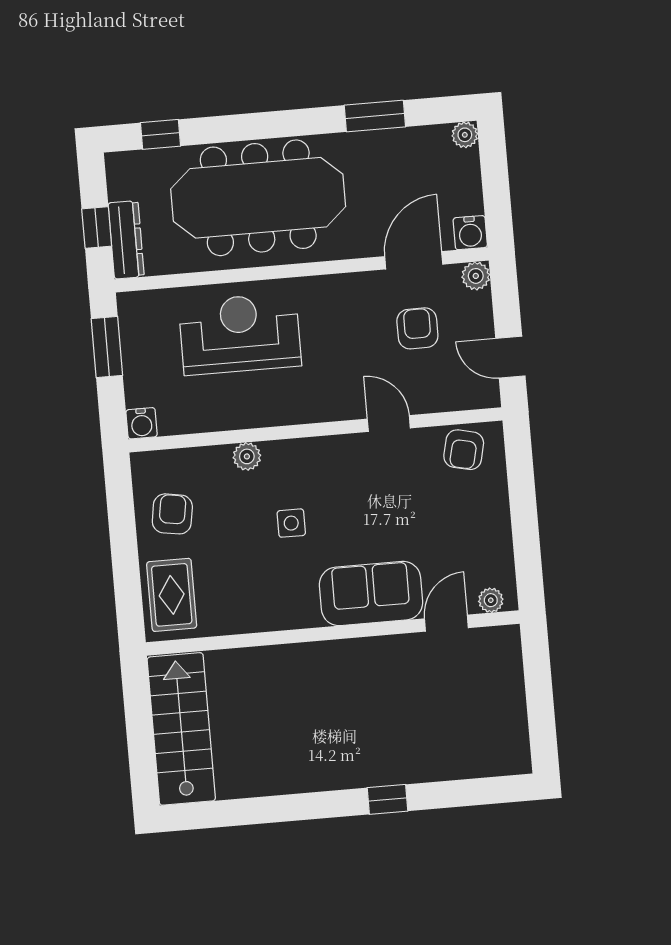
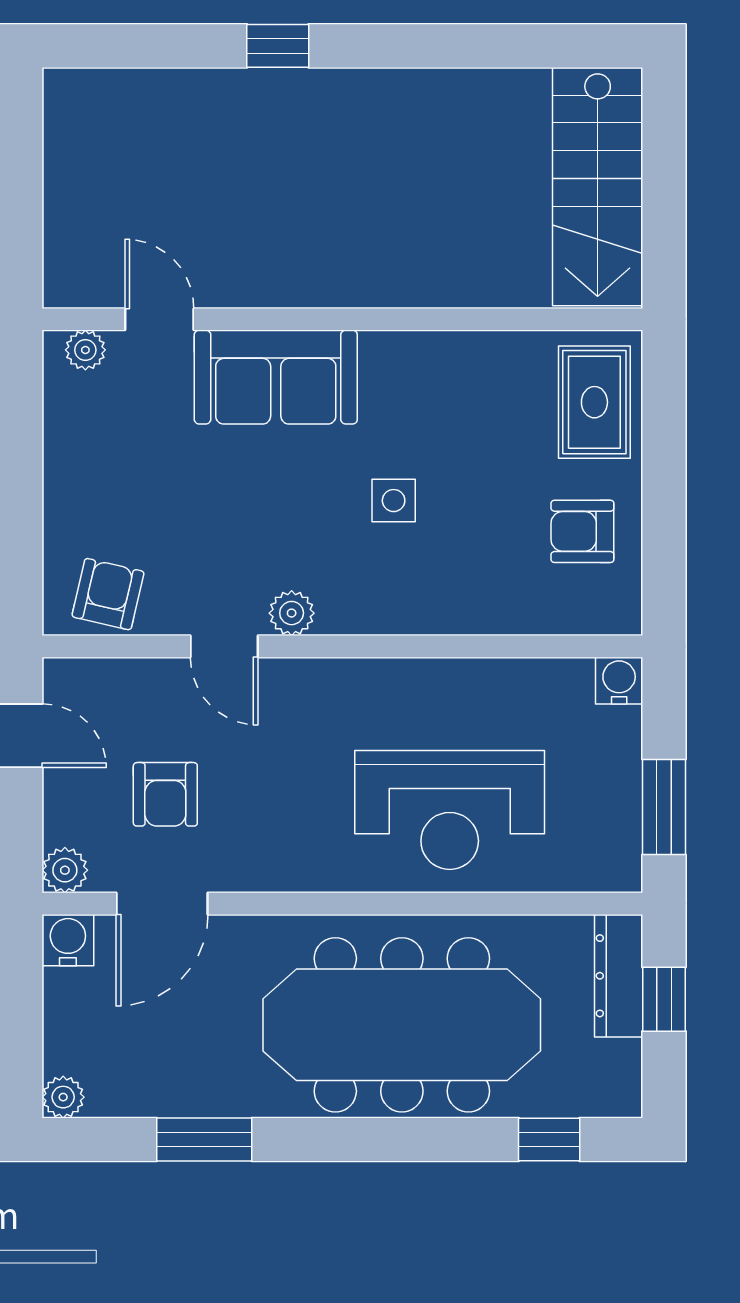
plant: (247, 456) -> (292, 613), moved
armchair: (172, 514) -> (582, 531), turned 81
door: (446, 623) -> (159, 319), swing flipped

